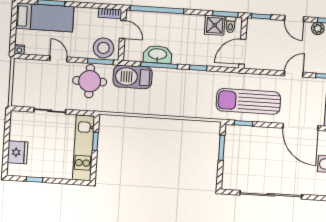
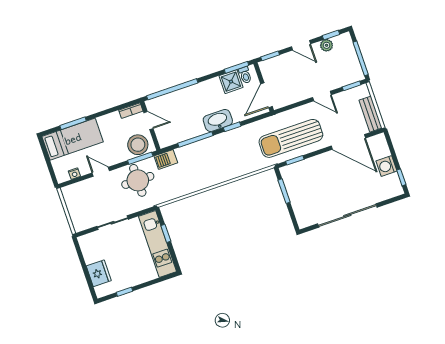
nightstand: (19, 49) -> (74, 174), moved
washbasin: (158, 54) -> (218, 120), moved
door: (294, 74) -> (322, 96), swing flipped
barbecue: (133, 77) -> (166, 159), width x0.53, depth x0.65

